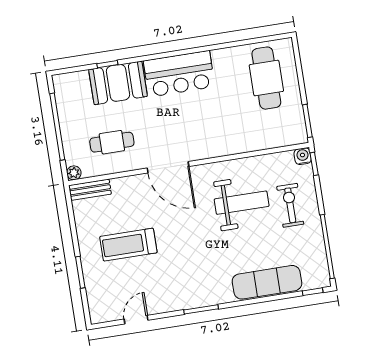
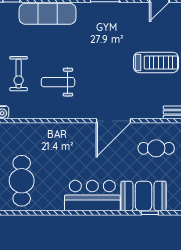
door: (168, 167) -> (114, 121), swing flipped
weight bench: (242, 203) -> (58, 82), width x0.73, depth x0.75

